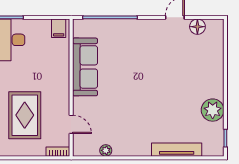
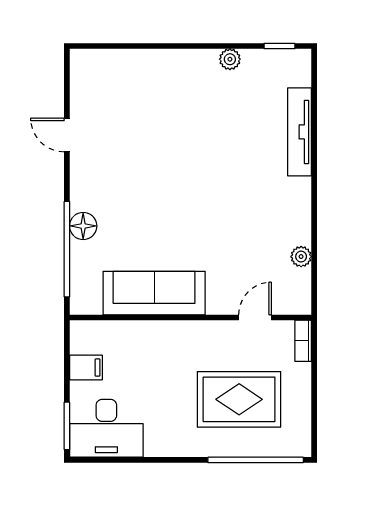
floor lamp: (197, 27) -> (83, 226), moved
filing cabinet: (59, 28) -> (86, 368), moved
plant: (213, 110) -> (230, 59), width x0.53, depth x0.53

